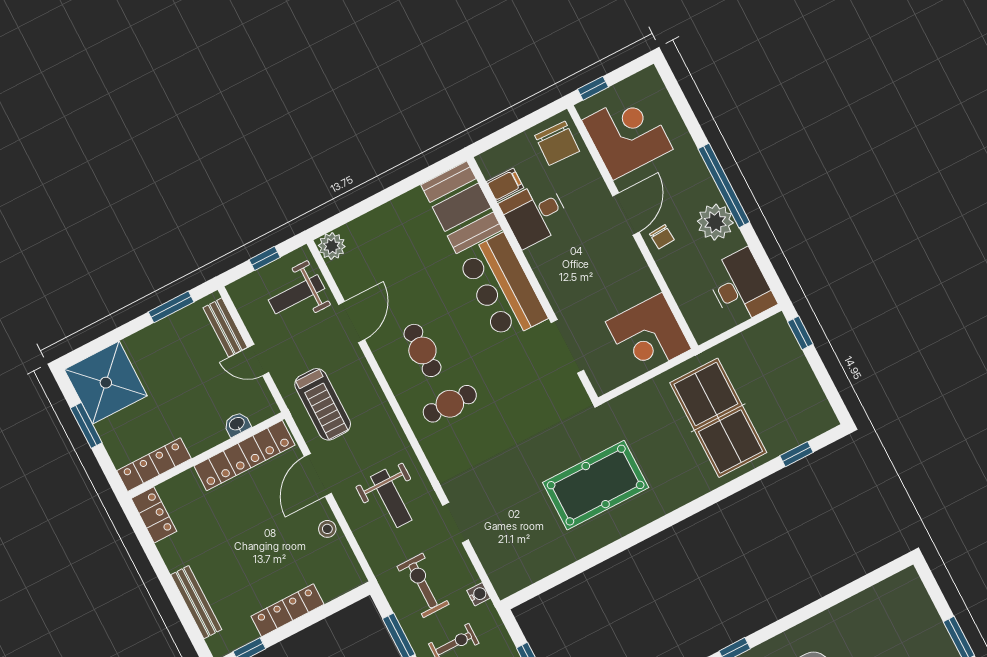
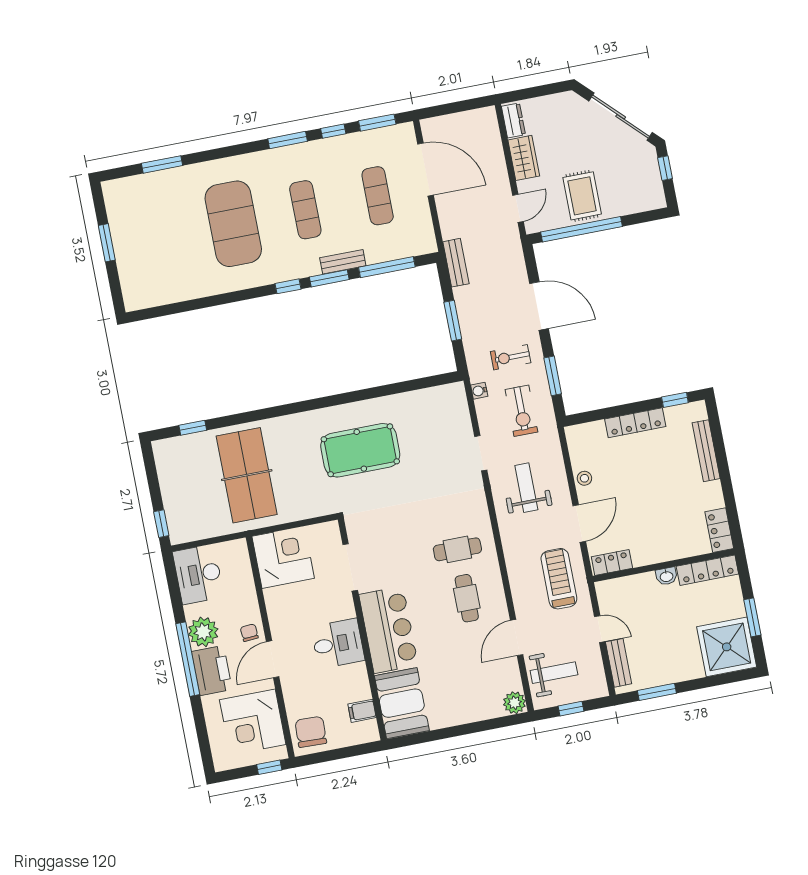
printer: (692, 180) -> (212, 670), added
desk: (535, 214) -> (338, 644), moved
washbasin: (237, 424) -> (666, 576), moved
locker: (244, 456) -> (612, 562), width x0.46, depth x0.83

